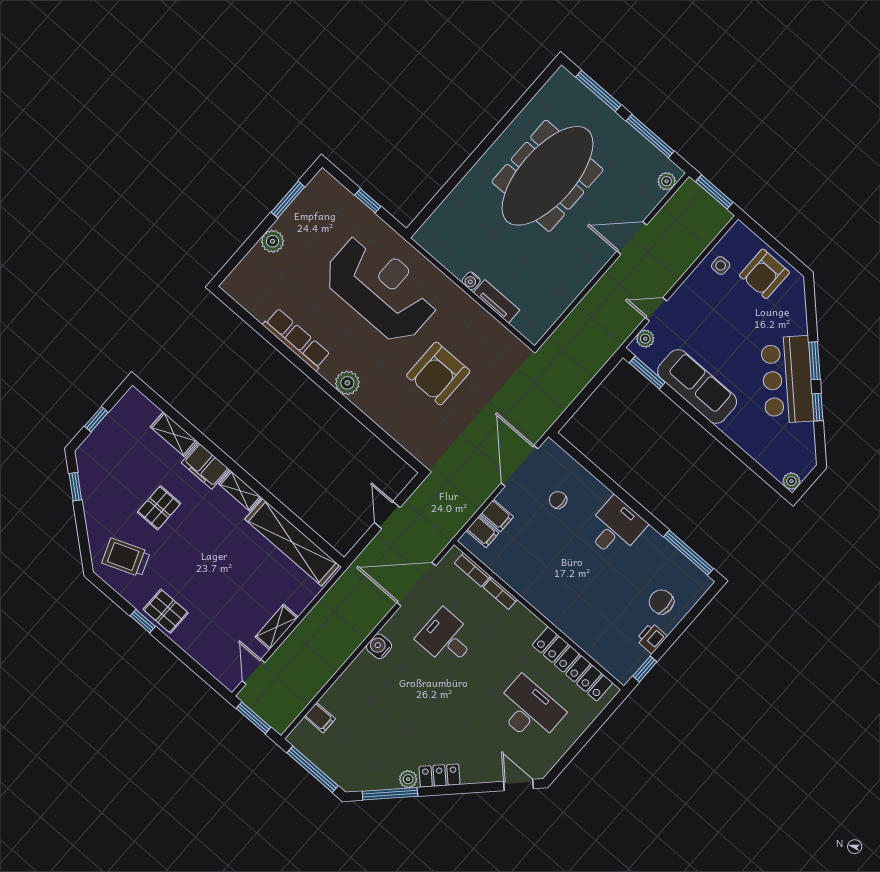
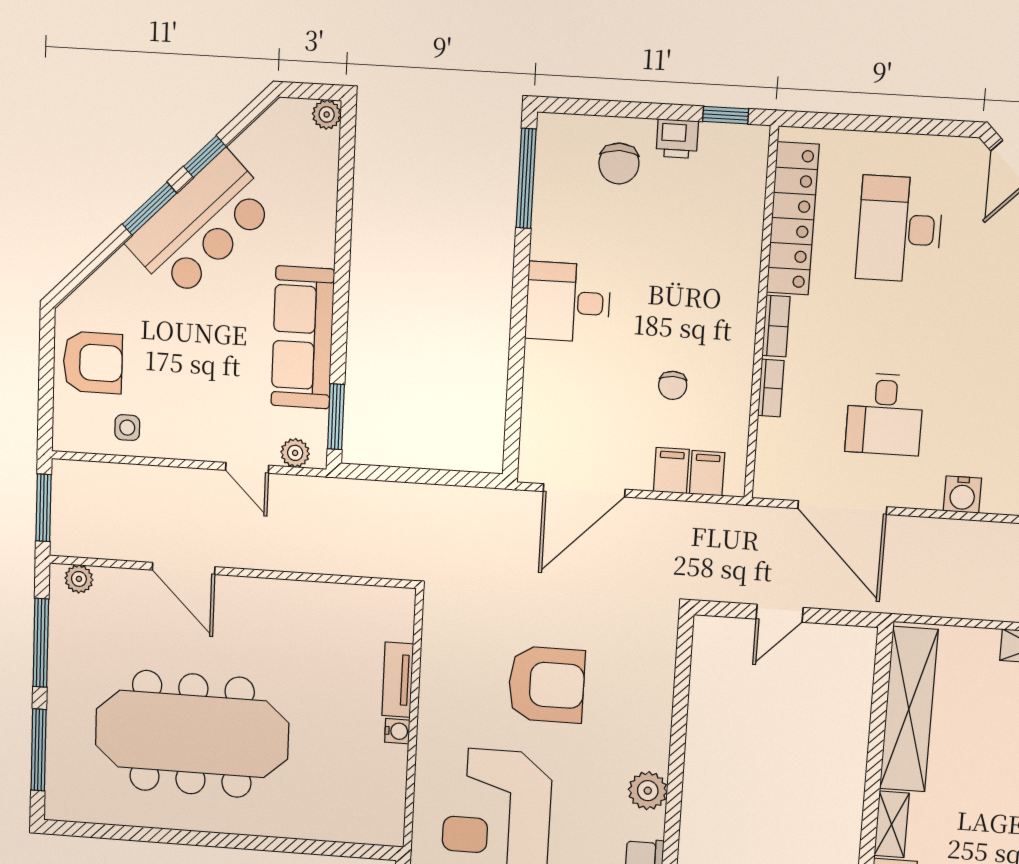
chair: (558, 500) -> (673, 385), moved
bookcase: (472, 570) -> (776, 326), moved

